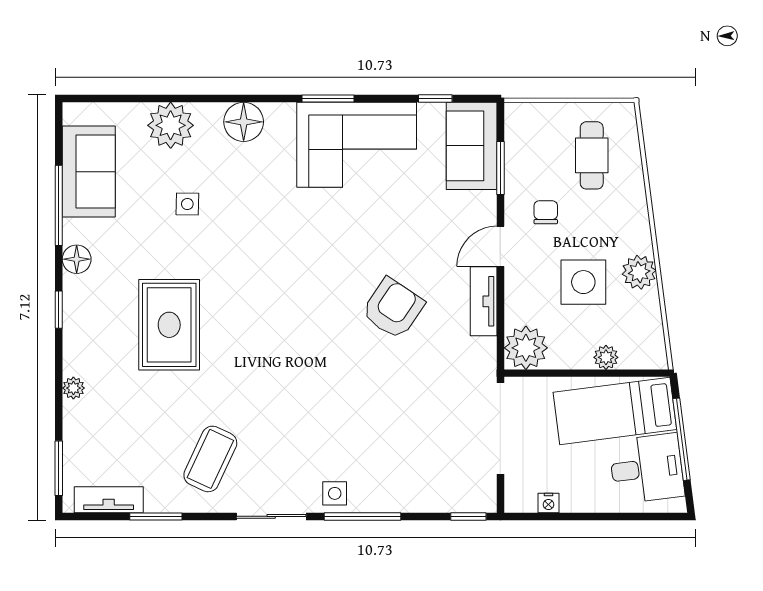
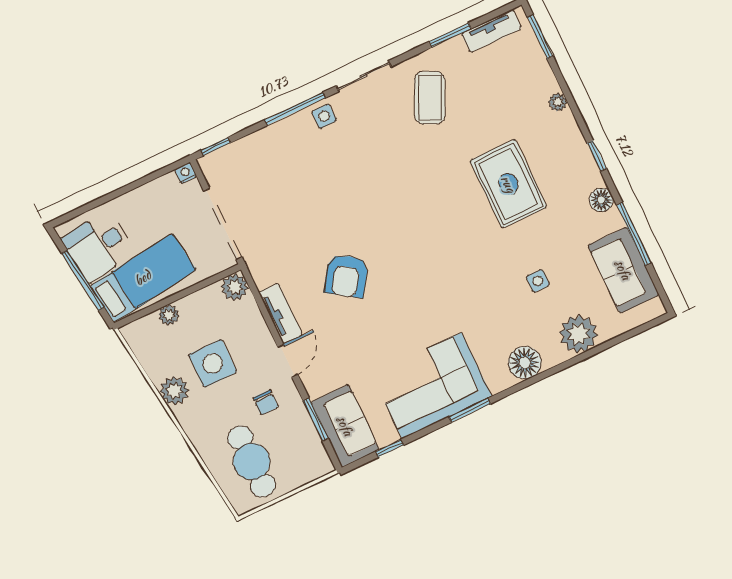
cafe table: (592, 155) -> (252, 461), width x1.37, depth x1.35
plant: (526, 348) -> (235, 287), width x0.73, depth x0.73
nightstand: (548, 503) -> (186, 173), moved

